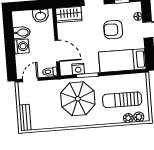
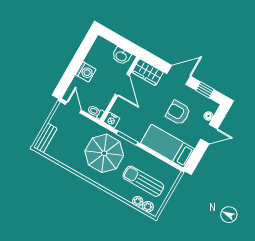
bidet: (22, 33) -> (94, 60), removed
door: (57, 51) -> (122, 85), moved
nightstand: (78, 69) -> (112, 120), moved
door: (30, 80) -> (73, 107), hinge flipped

